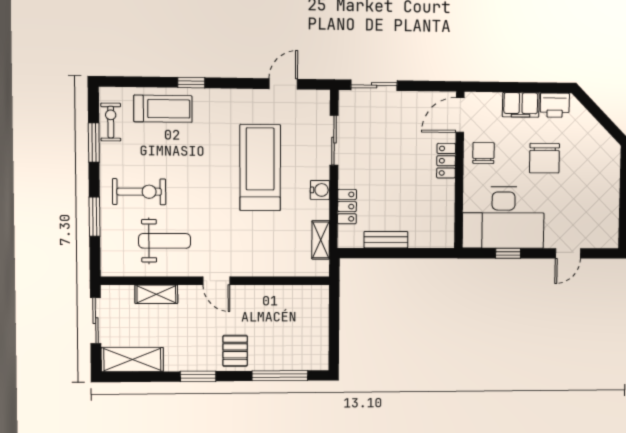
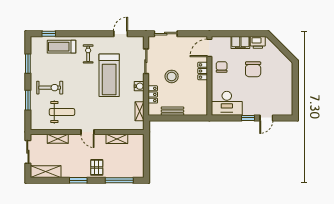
window: (191, 83) -> (49, 34), moved
treadmill: (163, 109) -> (62, 47), turned 180
exercise bike: (111, 122) -> (88, 54), moved
treadmill: (260, 168) -> (109, 75), turned 180
stool: (385, 171) -> (172, 76), added
desk: (503, 218) -> (227, 103), width x0.73, depth x0.77
window: (508, 253) -> (248, 118), moved
shelving: (275, 294) -> (117, 139), added

